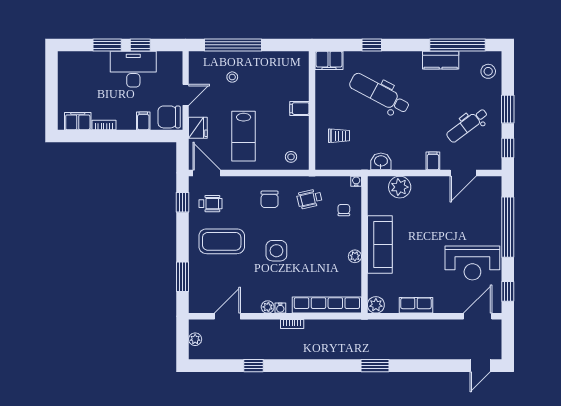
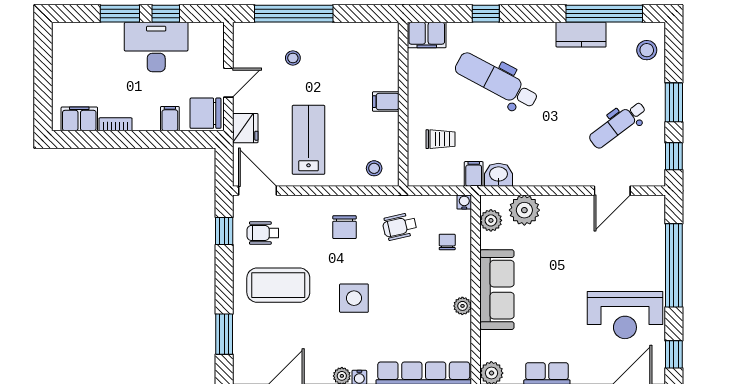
lab bench: (244, 136) -> (309, 140), turned 180
filing cabinet: (433, 161) -> (474, 174), moved
plant: (375, 194) -> (491, 220), added
wheelchair: (211, 204) -> (263, 233), turned 180

